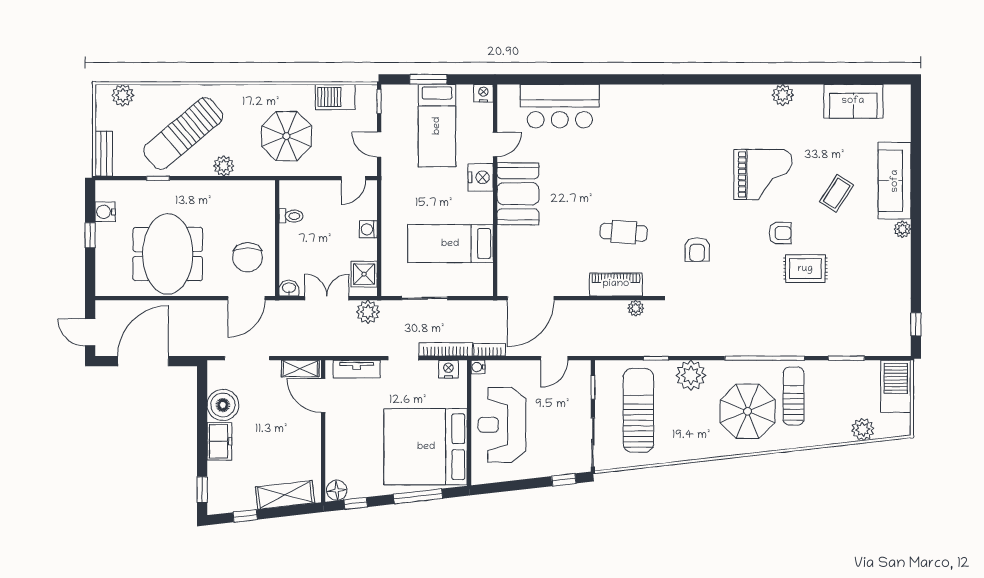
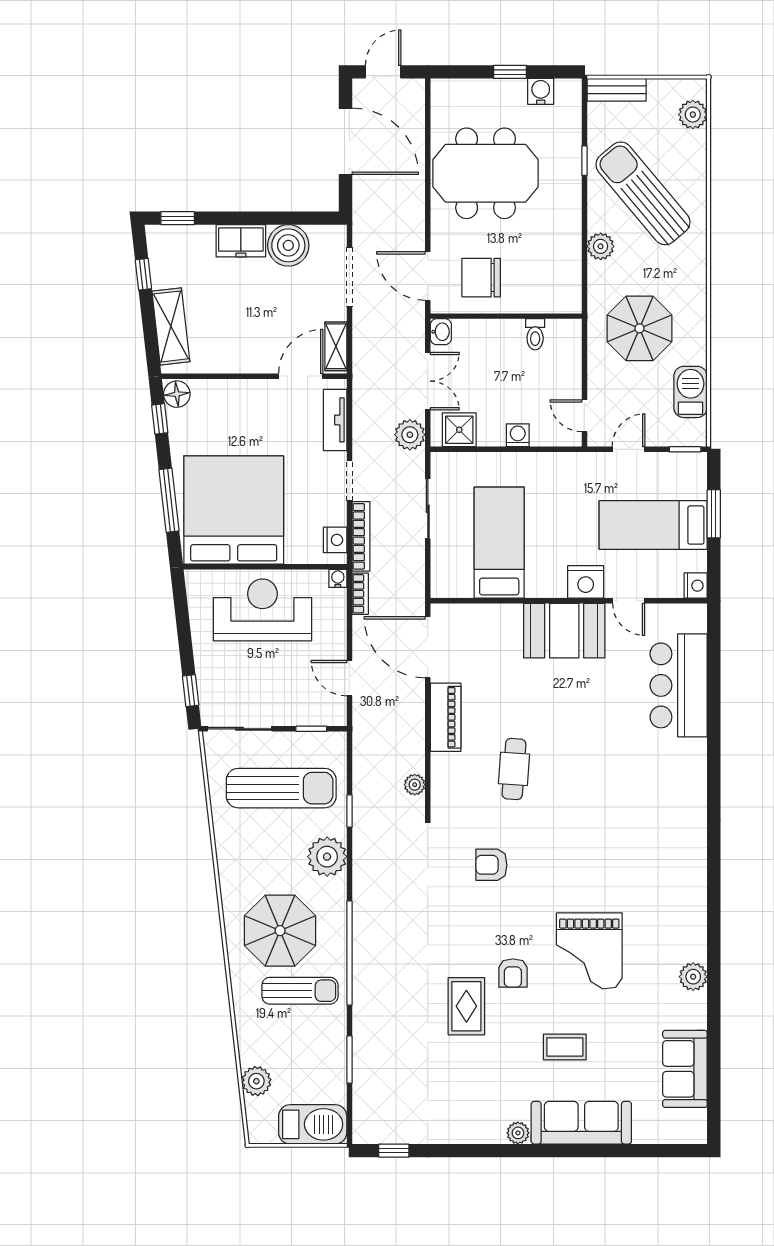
coffee table: (837, 193) -> (565, 1047), turned -33
piano: (616, 284) -> (446, 717), moved

